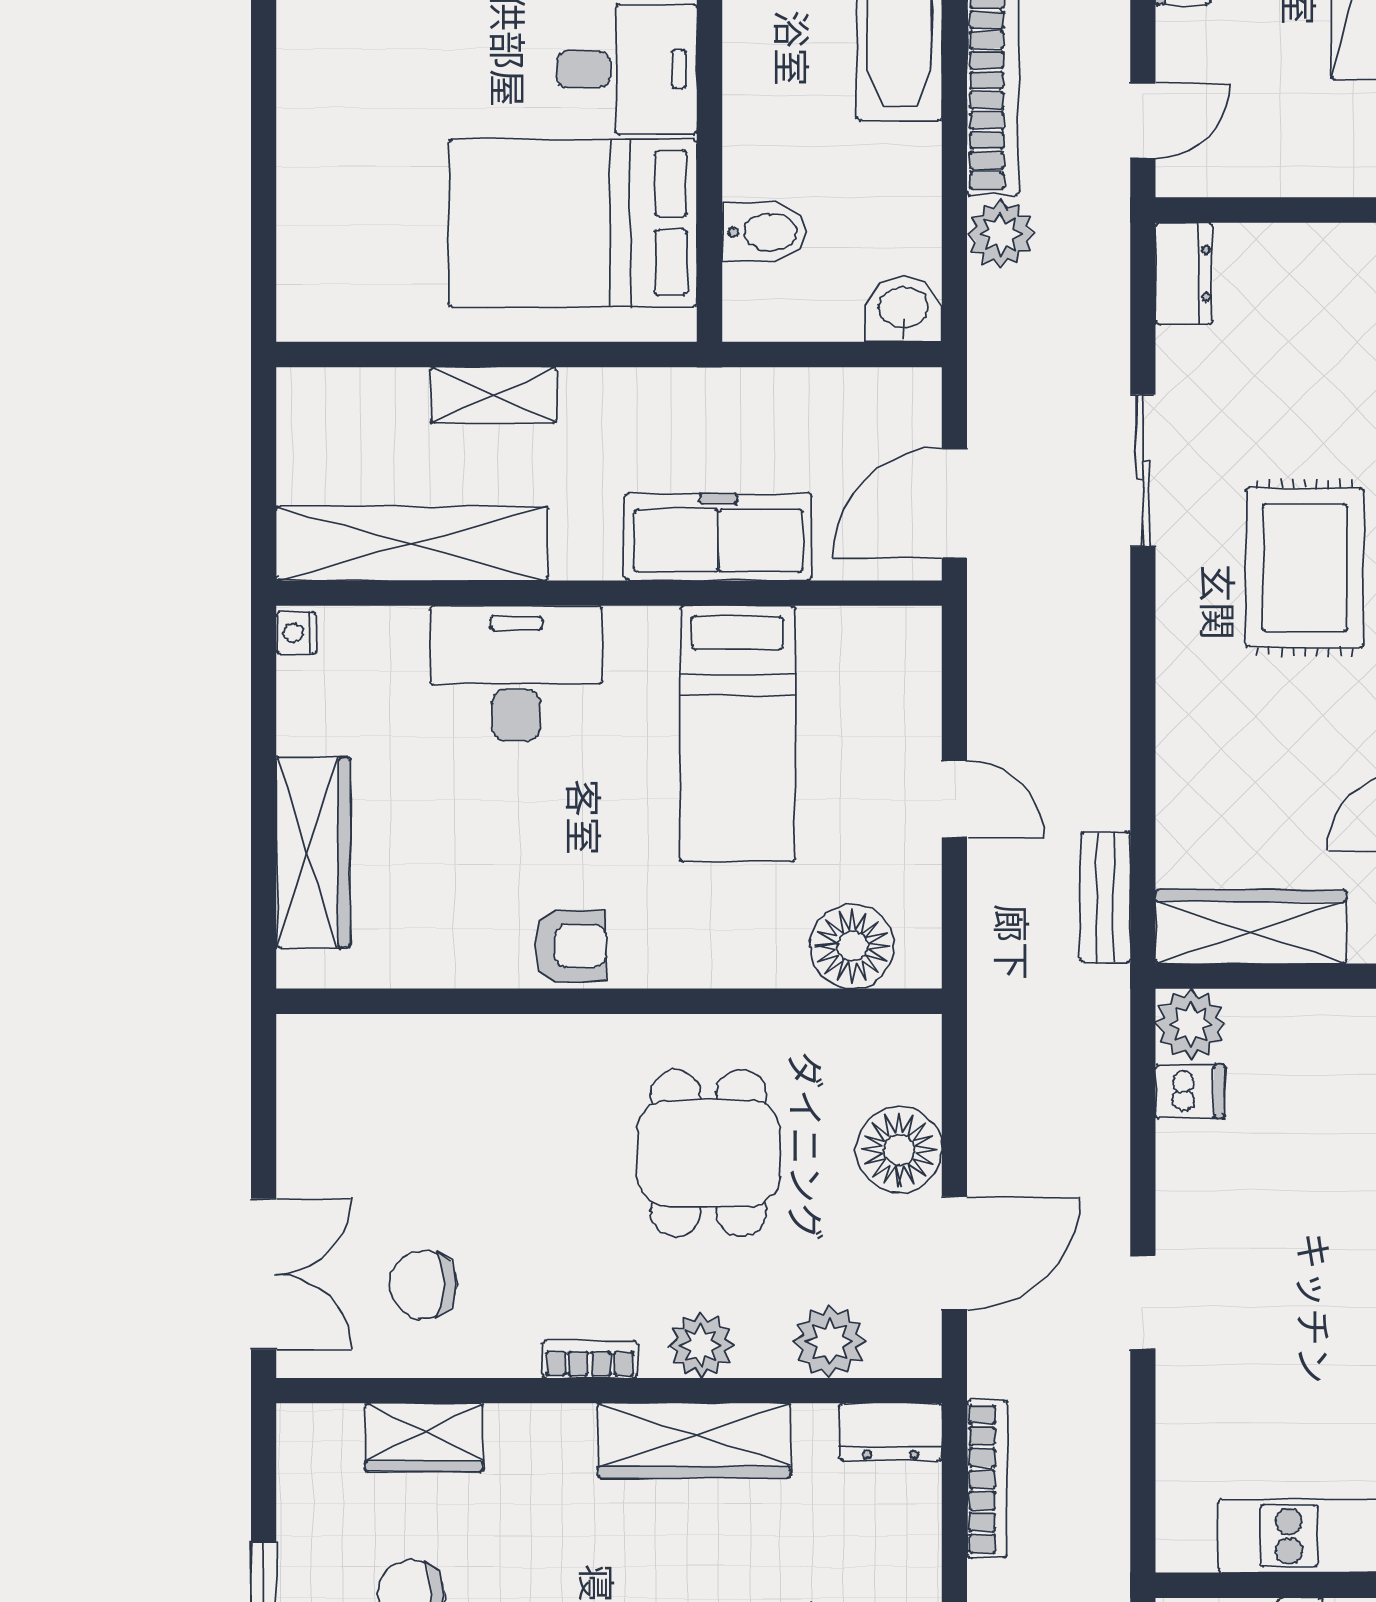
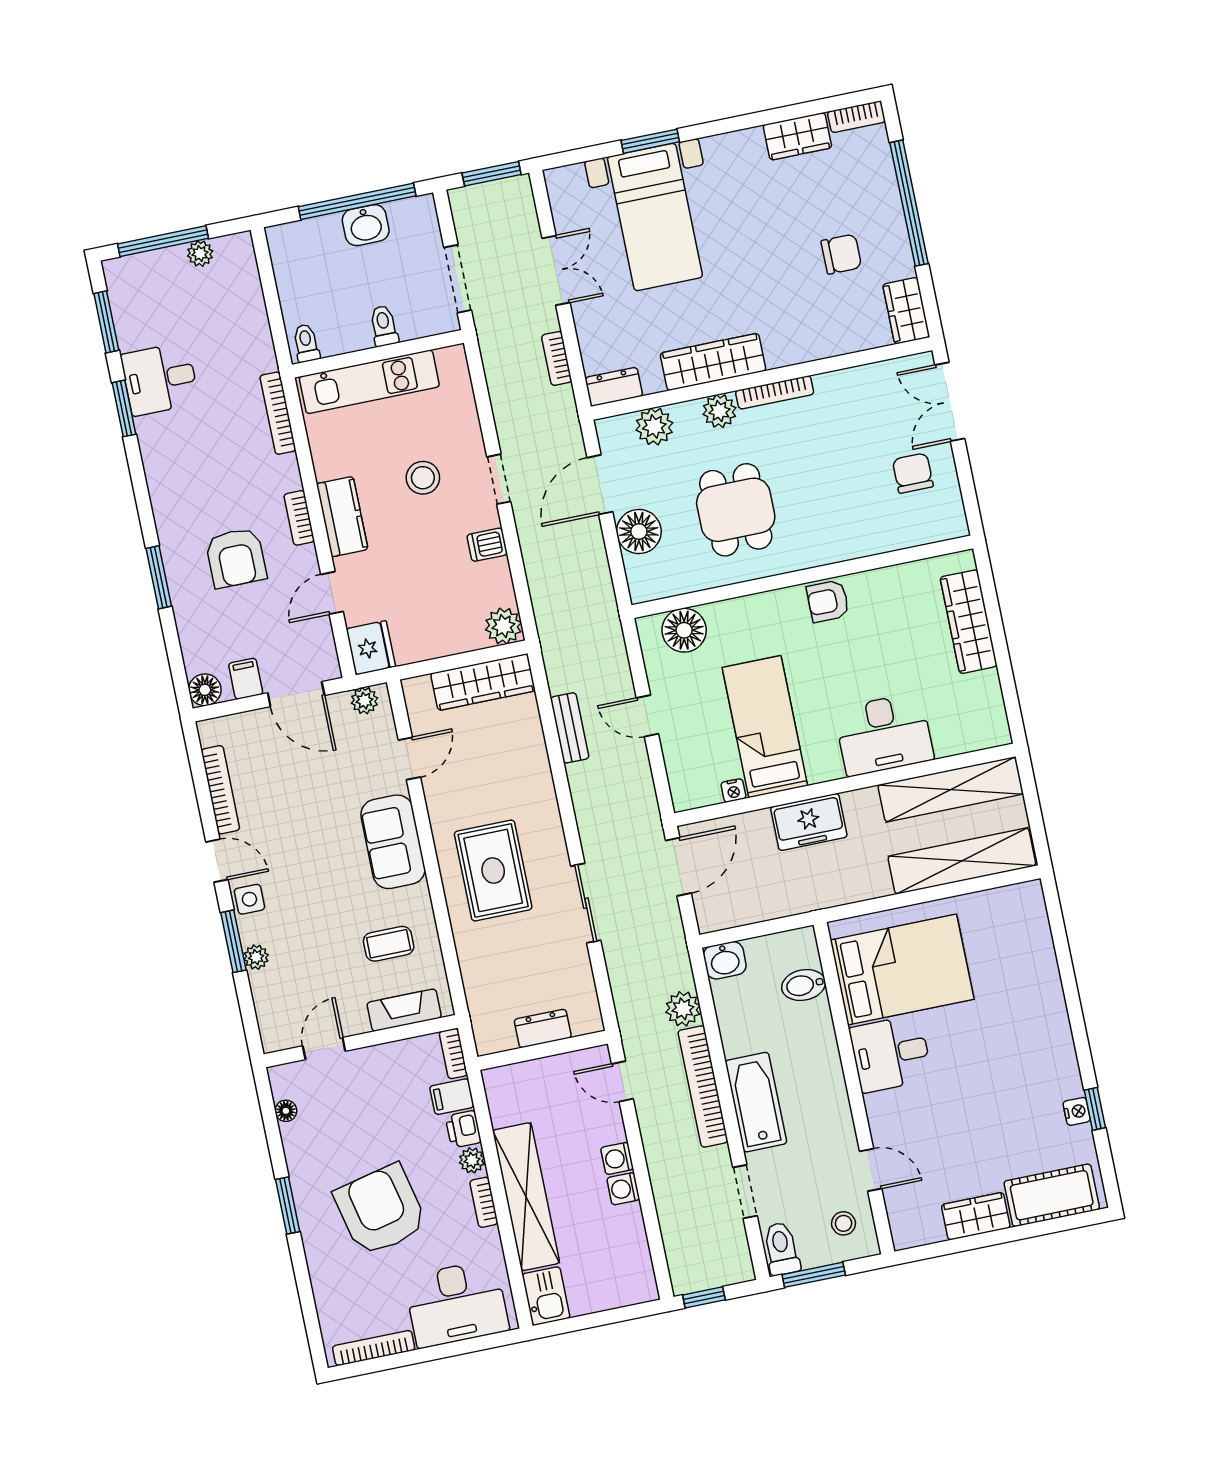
door: (1143, 121) -> (622, 1081), hinge flipped
dresser: (1184, 273) -> (543, 1028), moved, turned 90
shelving: (494, 395) -> (962, 861), width x2.20, depth x1.33
freezer: (718, 537) -> (809, 822), width x0.71
nightstand: (296, 633) -> (733, 790), moved, turned 90
bench: (1105, 897) -> (570, 728), moved
dishwasher: (1190, 1091) -> (487, 545), moved
chair: (423, 1284) -> (913, 473), moved, turned -90
stool: (1285, 1335) -> (423, 478), added
bookcase: (590, 1359) -> (775, 392), width x1.56
wardrobe: (424, 1437) -> (906, 311), moved, turned -90
bookcase: (987, 1479) -> (557, 358), width x0.64

